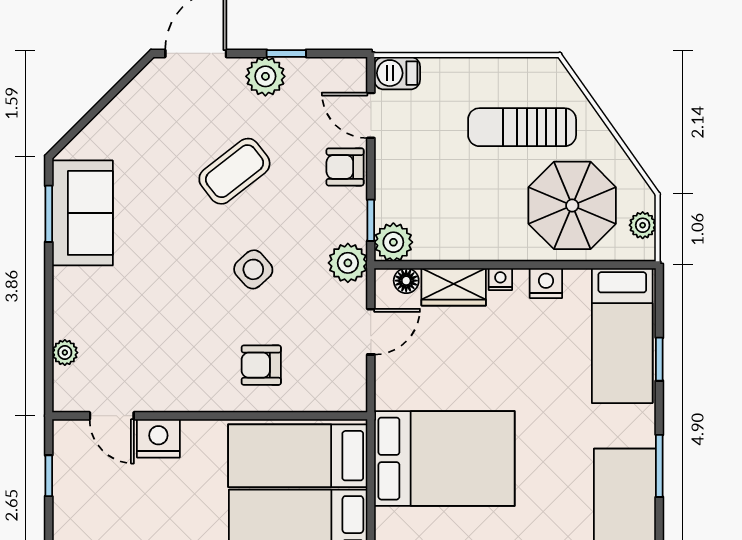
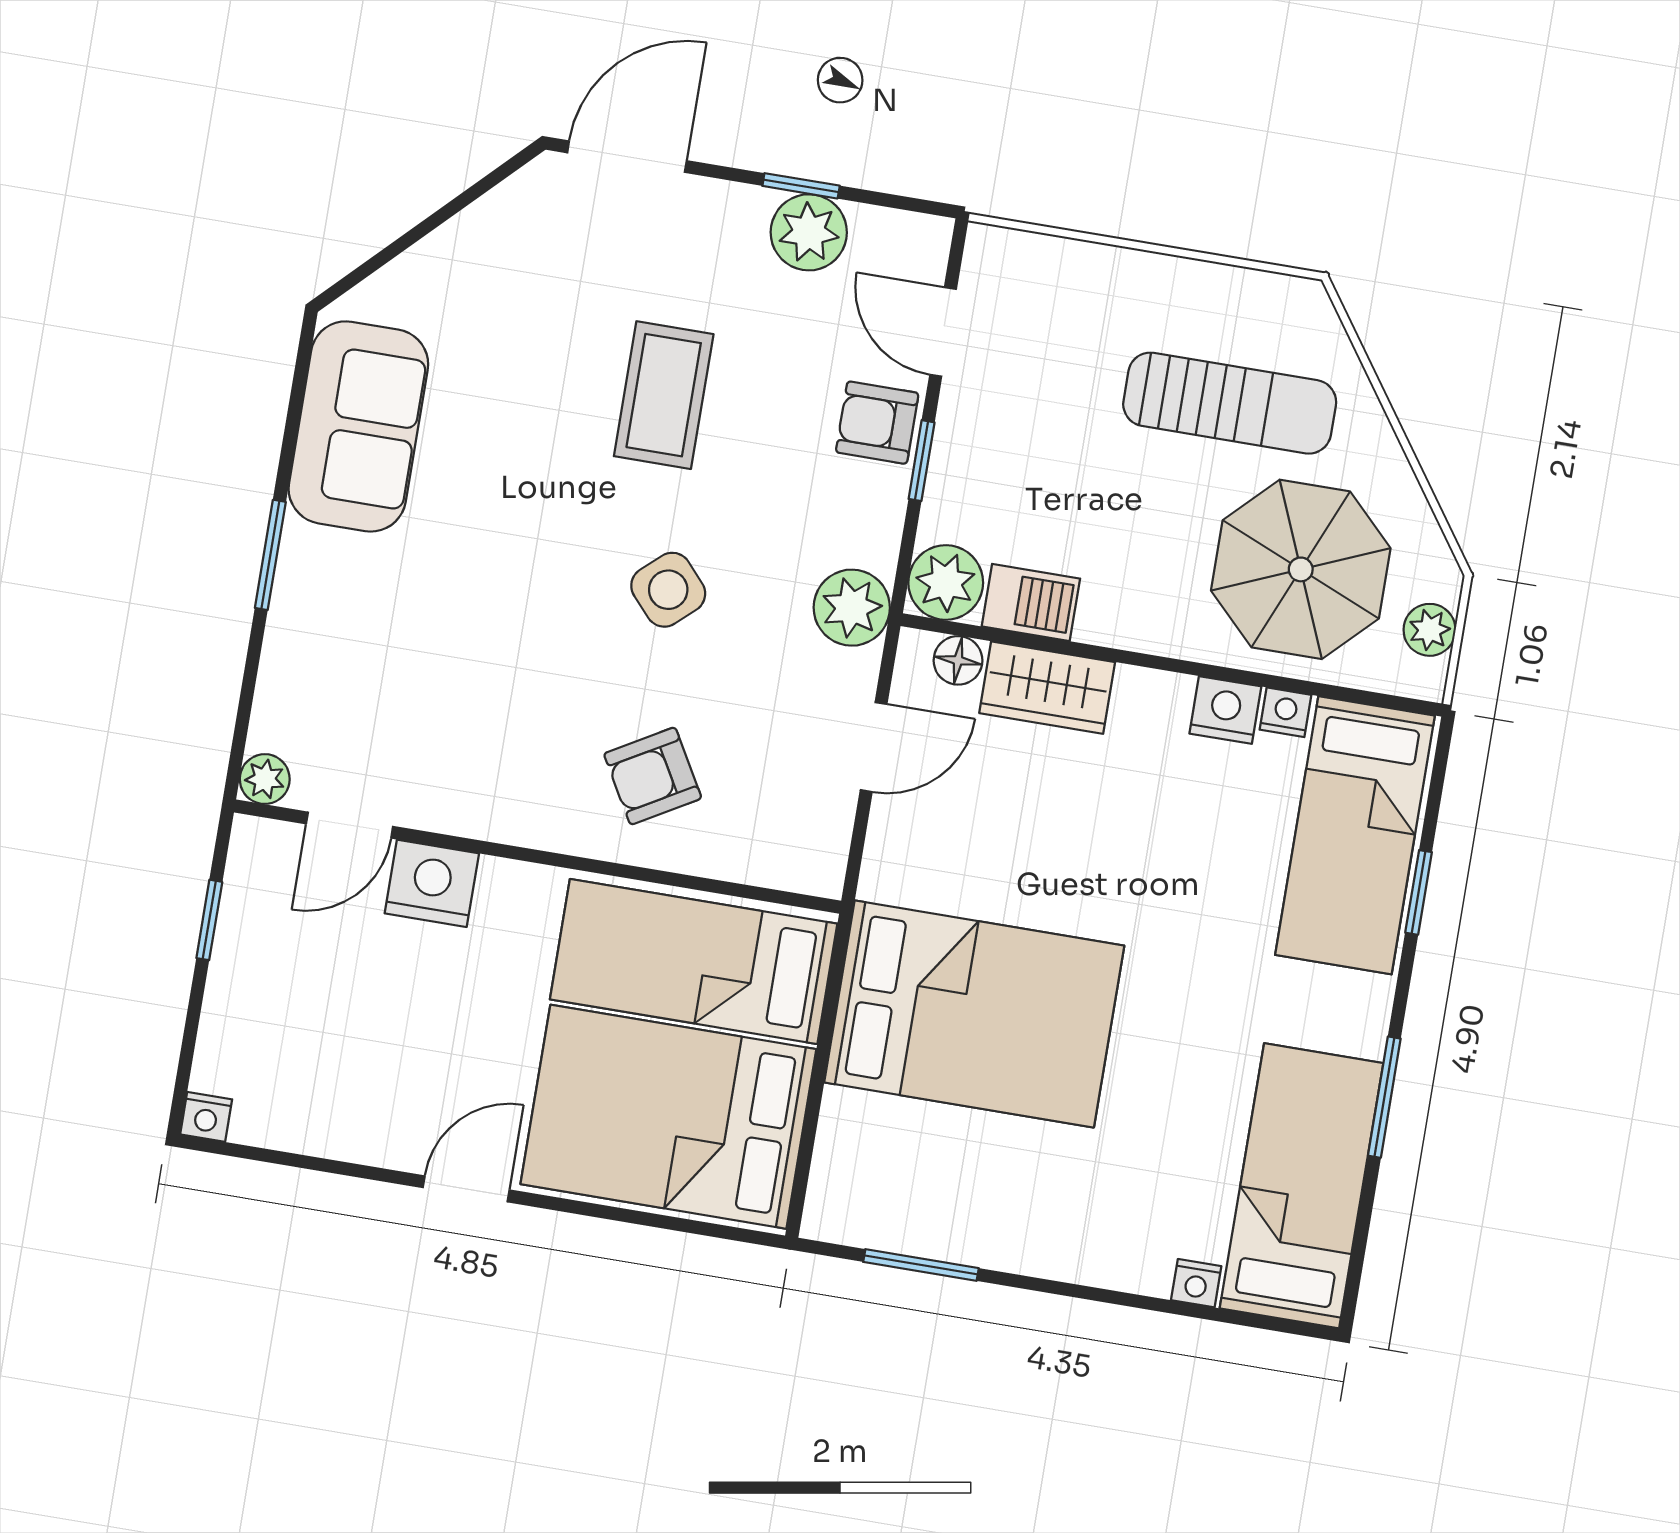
barbecue: (397, 73) -> (1031, 602), moved, turned 180
plant: (265, 76) -> (809, 232), moved
sun lounger: (522, 127) -> (1230, 403), turned 180
coffee table: (234, 171) -> (664, 395), turned -52
window: (49, 214) -> (270, 555), moved
window: (371, 220) -> (922, 461), moved
nightstand: (500, 279) -> (1285, 712), moved
plant: (65, 353) -> (265, 779), moved
armchair: (261, 365) -> (653, 776), turned -30
door: (112, 416) -> (350, 825), hinge flipped

